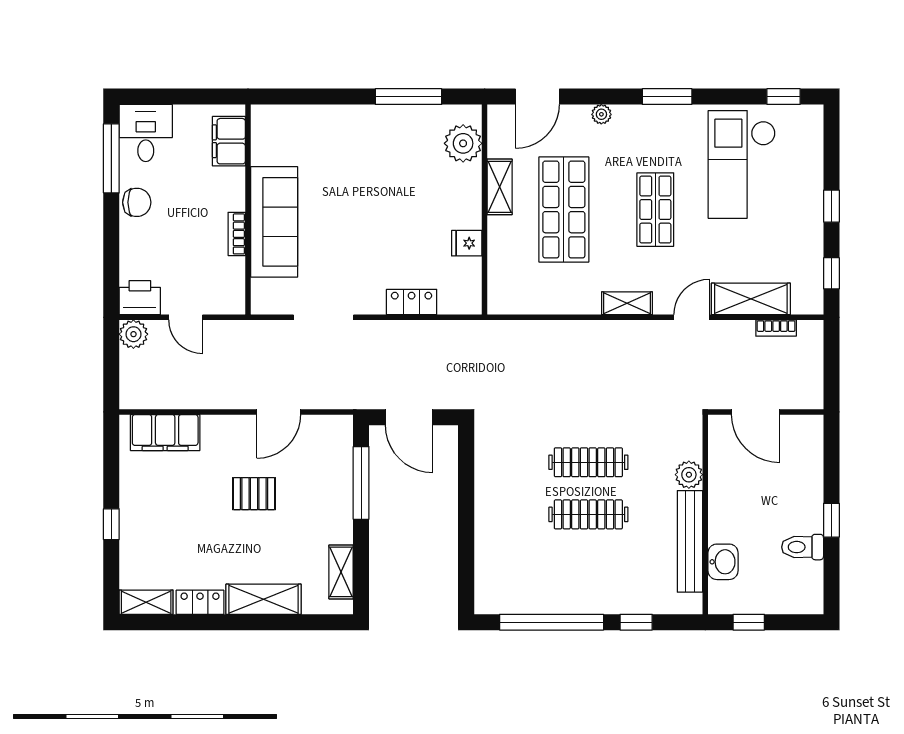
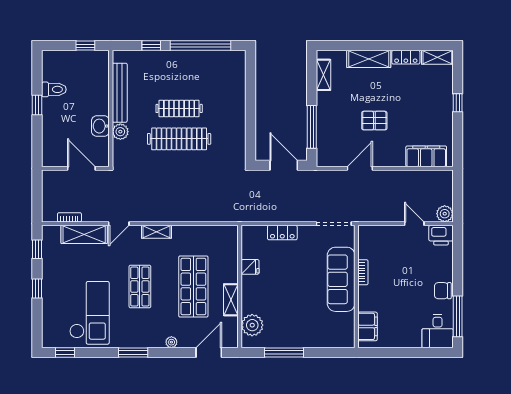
filing cabinet: (229, 141) -> (367, 326), moved
wall: (248, 210) -> (356, 287), moved
sofa: (274, 222) -> (341, 279), moved
bookcase: (237, 234) -> (363, 272), moved
clothes rail: (588, 462) -> (179, 139), width x1.37, depth x1.31
washbasin: (723, 562) -> (100, 126), moved

